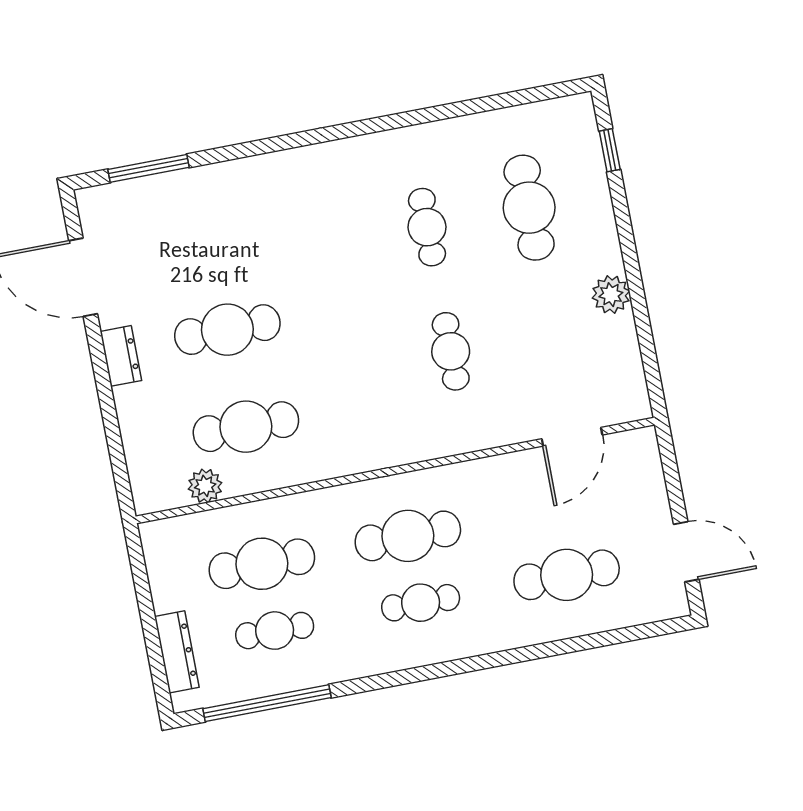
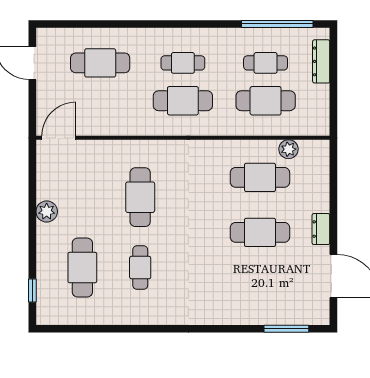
cafe table: (451, 351) -> (140, 197), width x1.37, depth x1.35
door: (572, 437) -> (59, 138), moved

